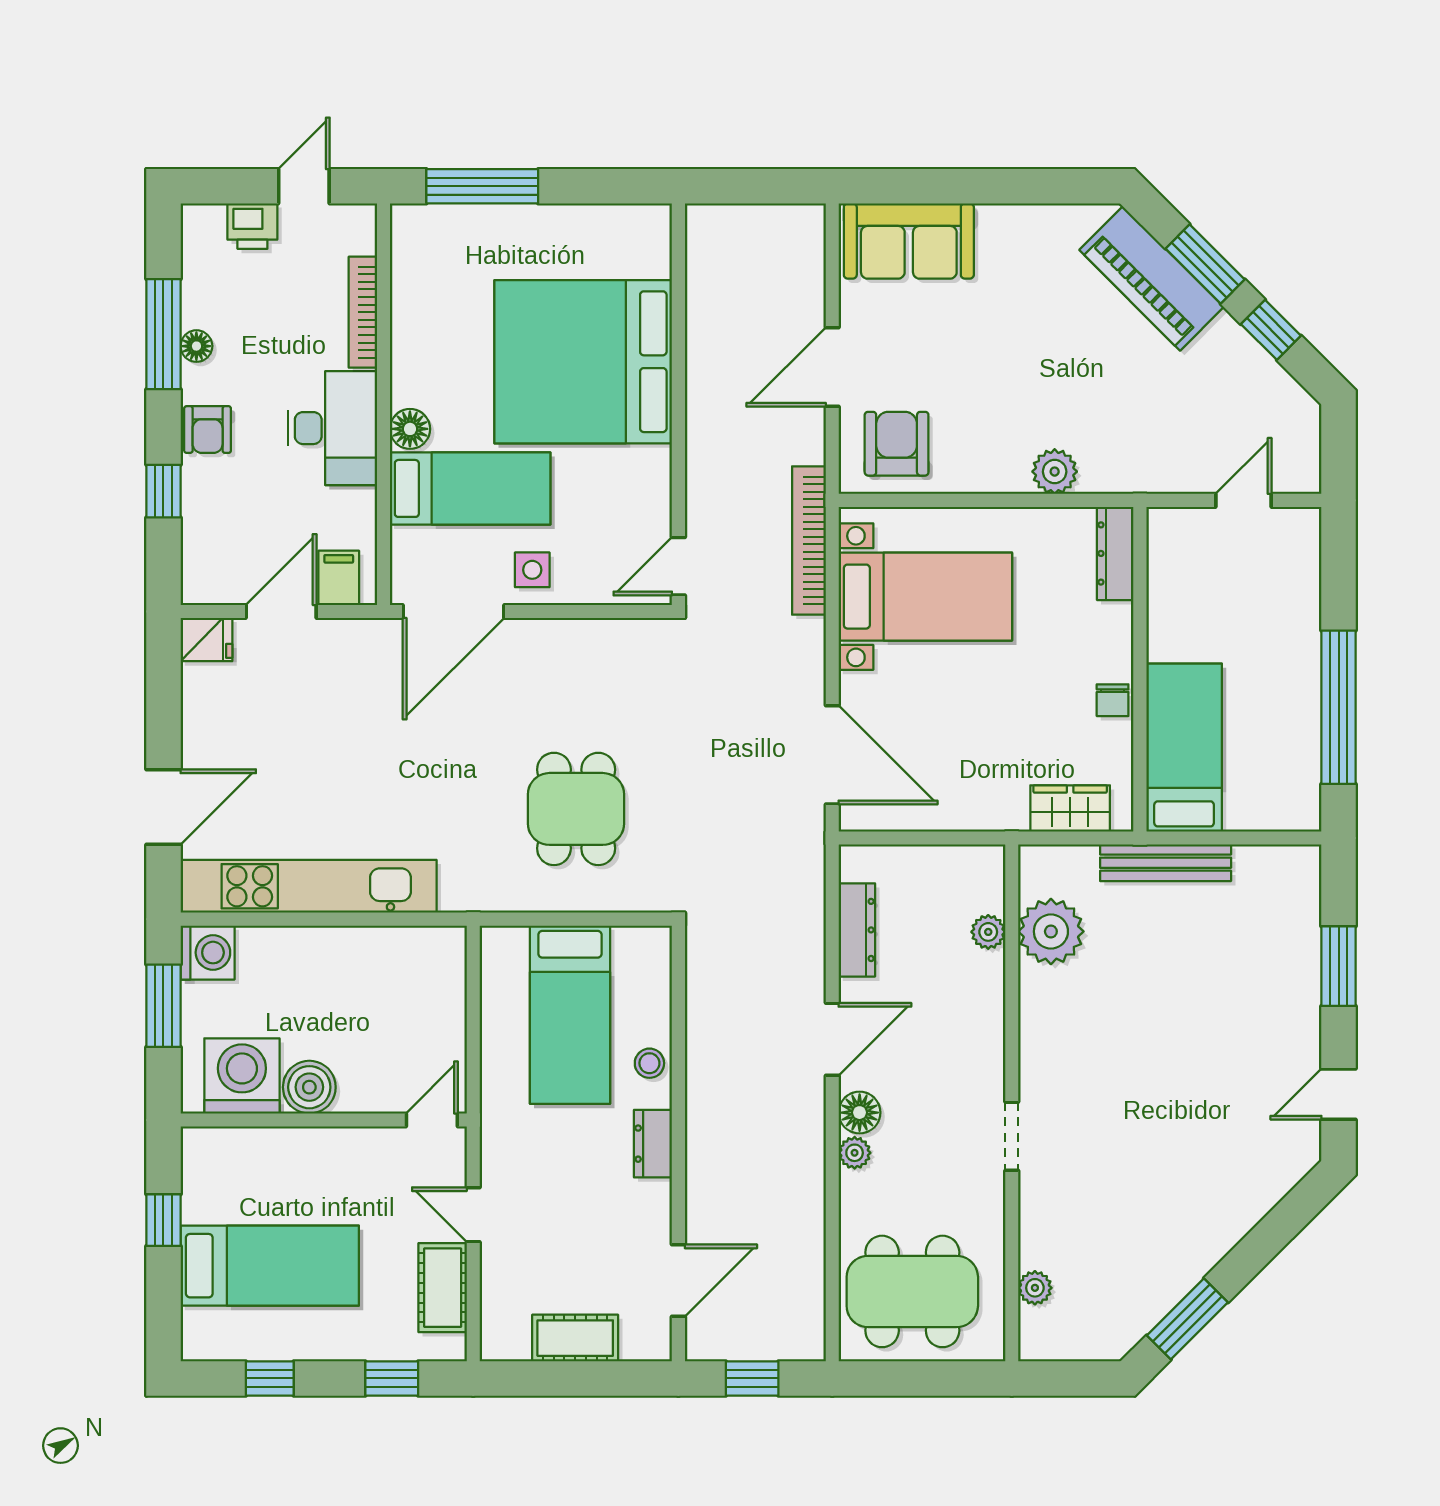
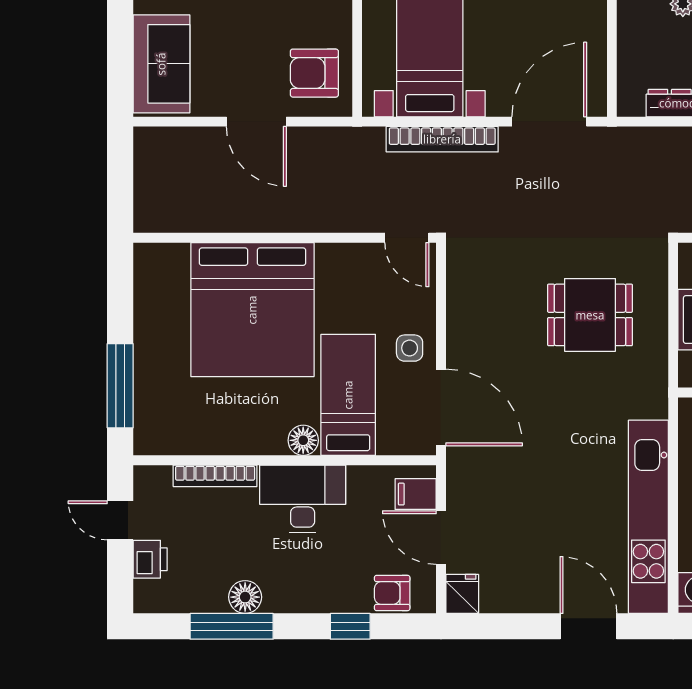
floor lamp: (196, 346) -> (245, 597), width x1.37, depth x1.37
armchair: (208, 430) -> (392, 593), moved, turned 180
bookcase: (809, 541) -> (442, 139), moved

